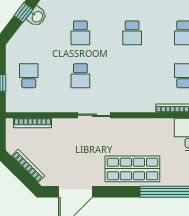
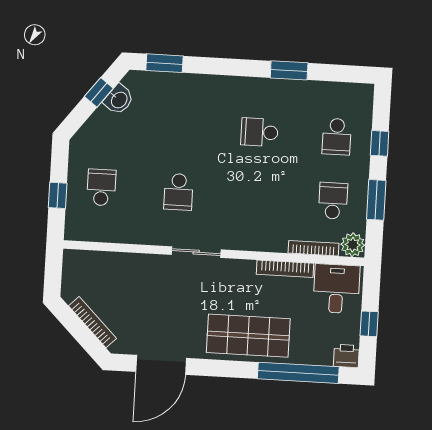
school desk: (80, 33) -> (182, 128), removed
school desk: (132, 33) -> (259, 132), turned 90
bookcase: (32, 123) -> (285, 269), moved

